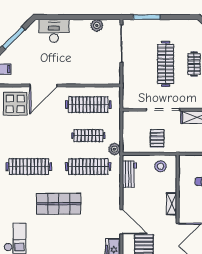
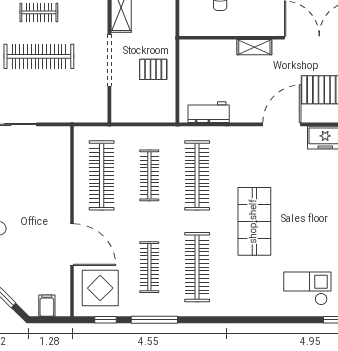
clothes rail: (29, 136) -> (149, 267), added
plant: (114, 149) -> (170, 135), removed
stool: (160, 166) -> (197, 64), removed

